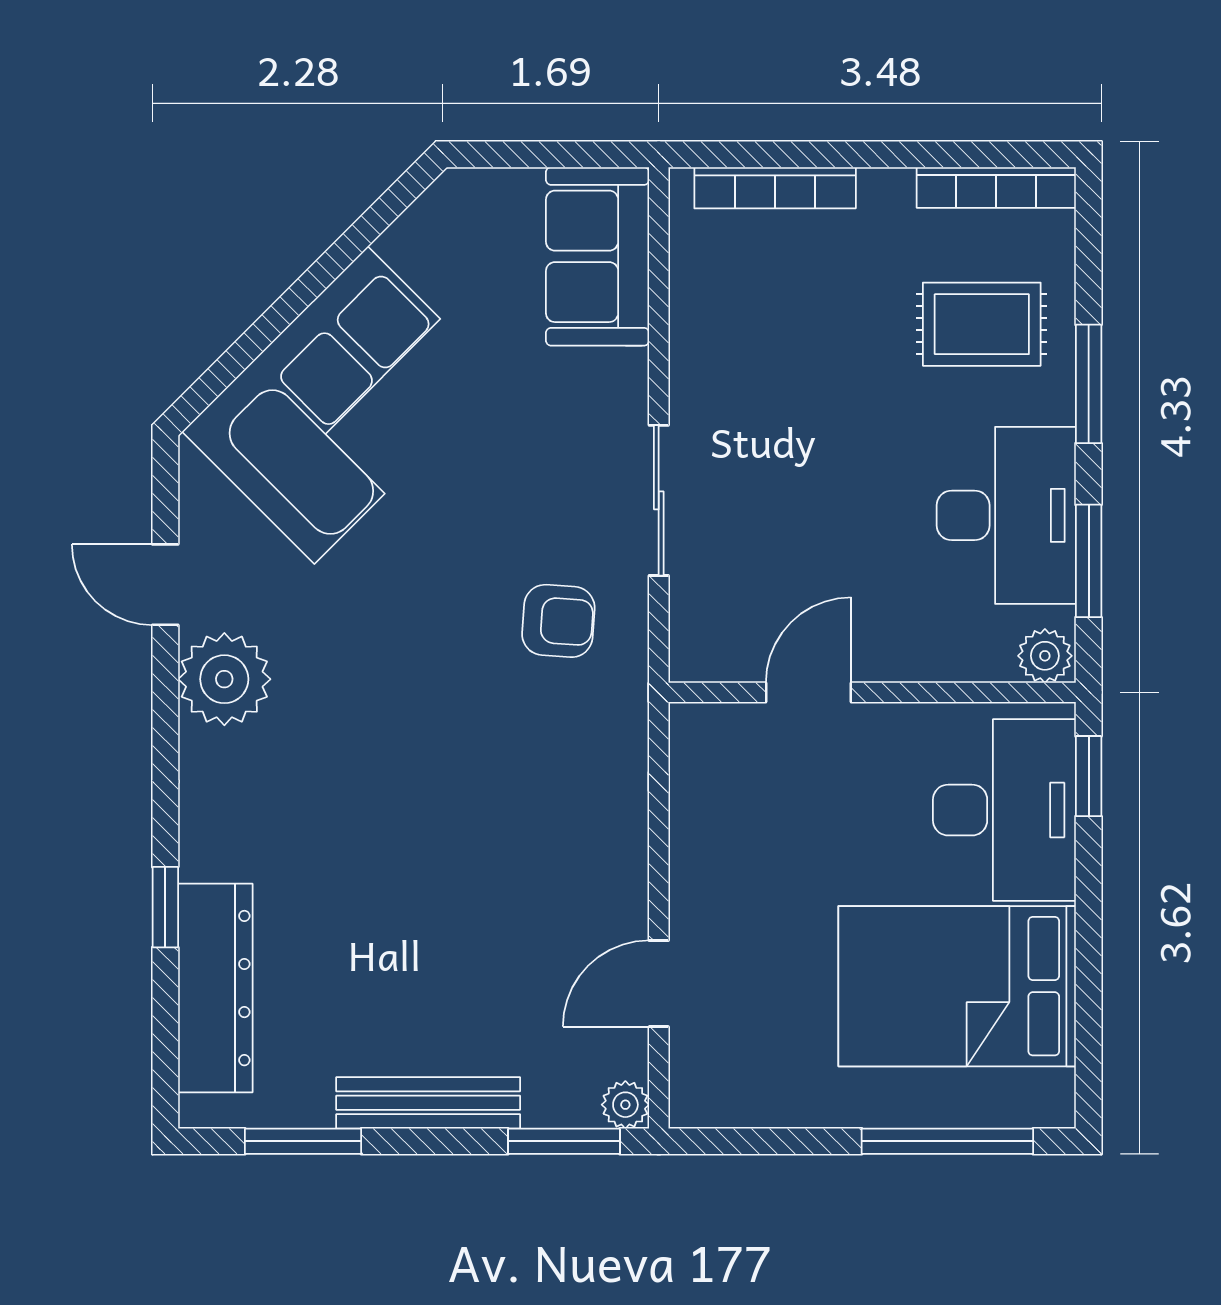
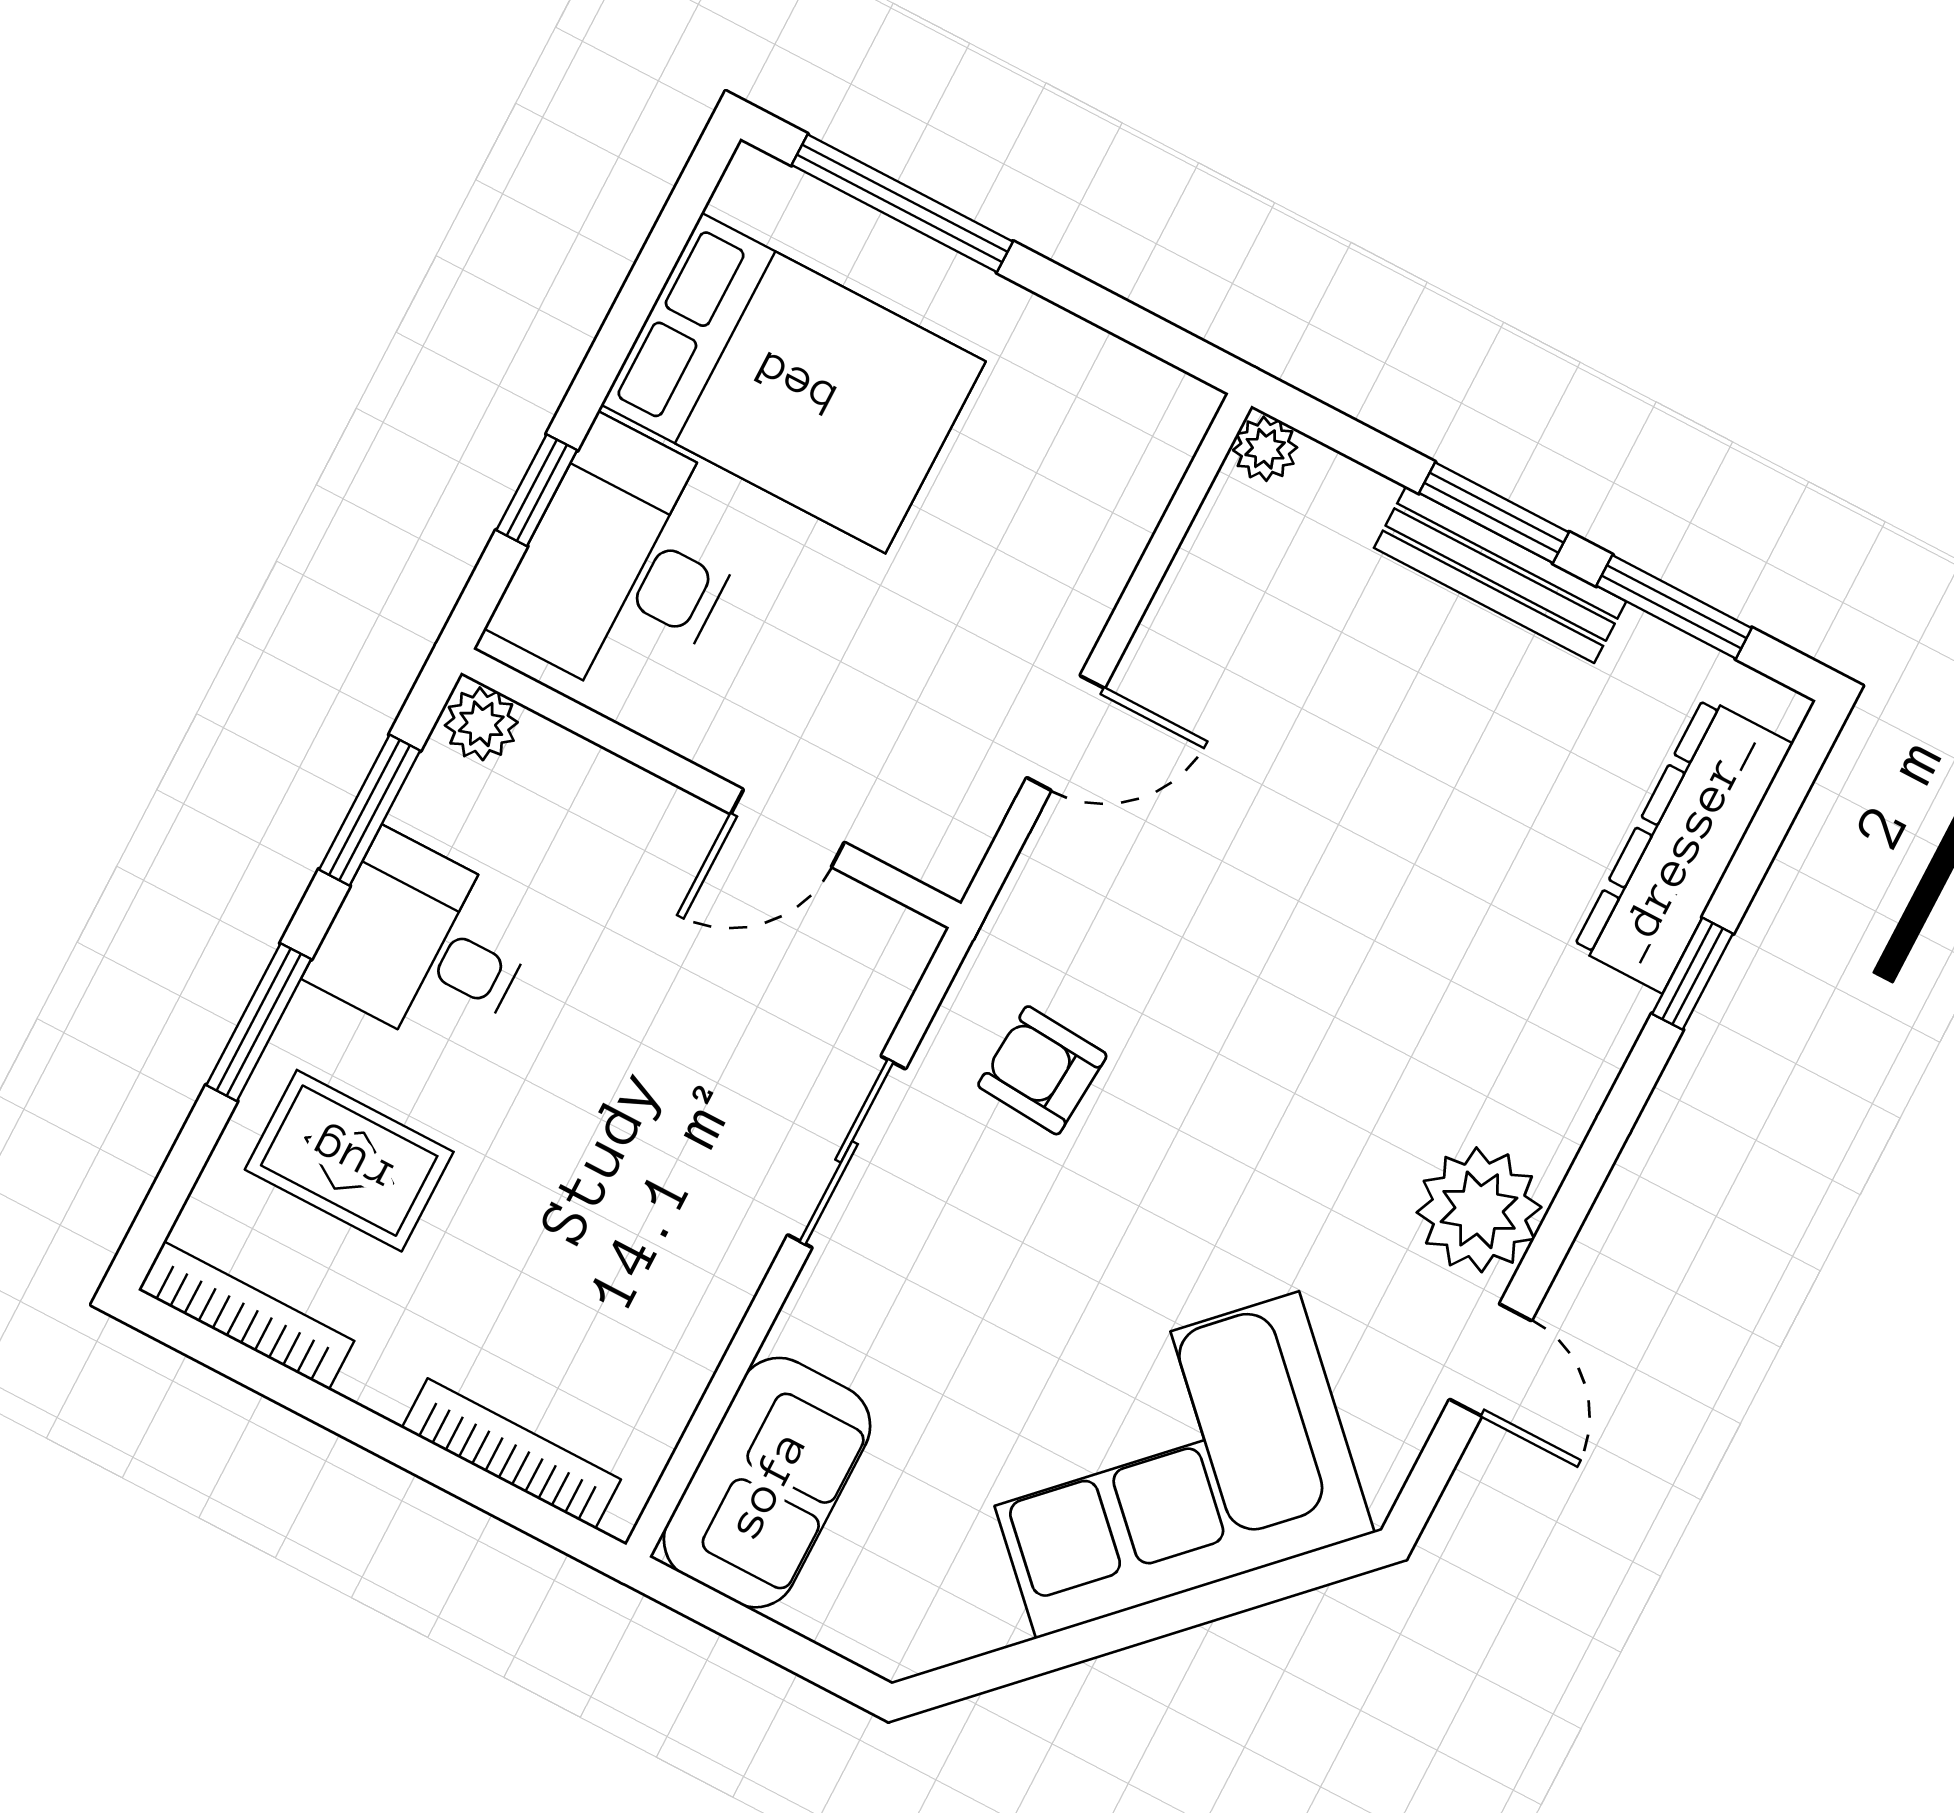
desk: (1006, 515) -> (425, 945), width x0.73
window: (1089, 776) -> (537, 490), moved
door: (659, 984) -> (1066, 733), moved
window: (564, 1141) -> (1494, 513), moved

